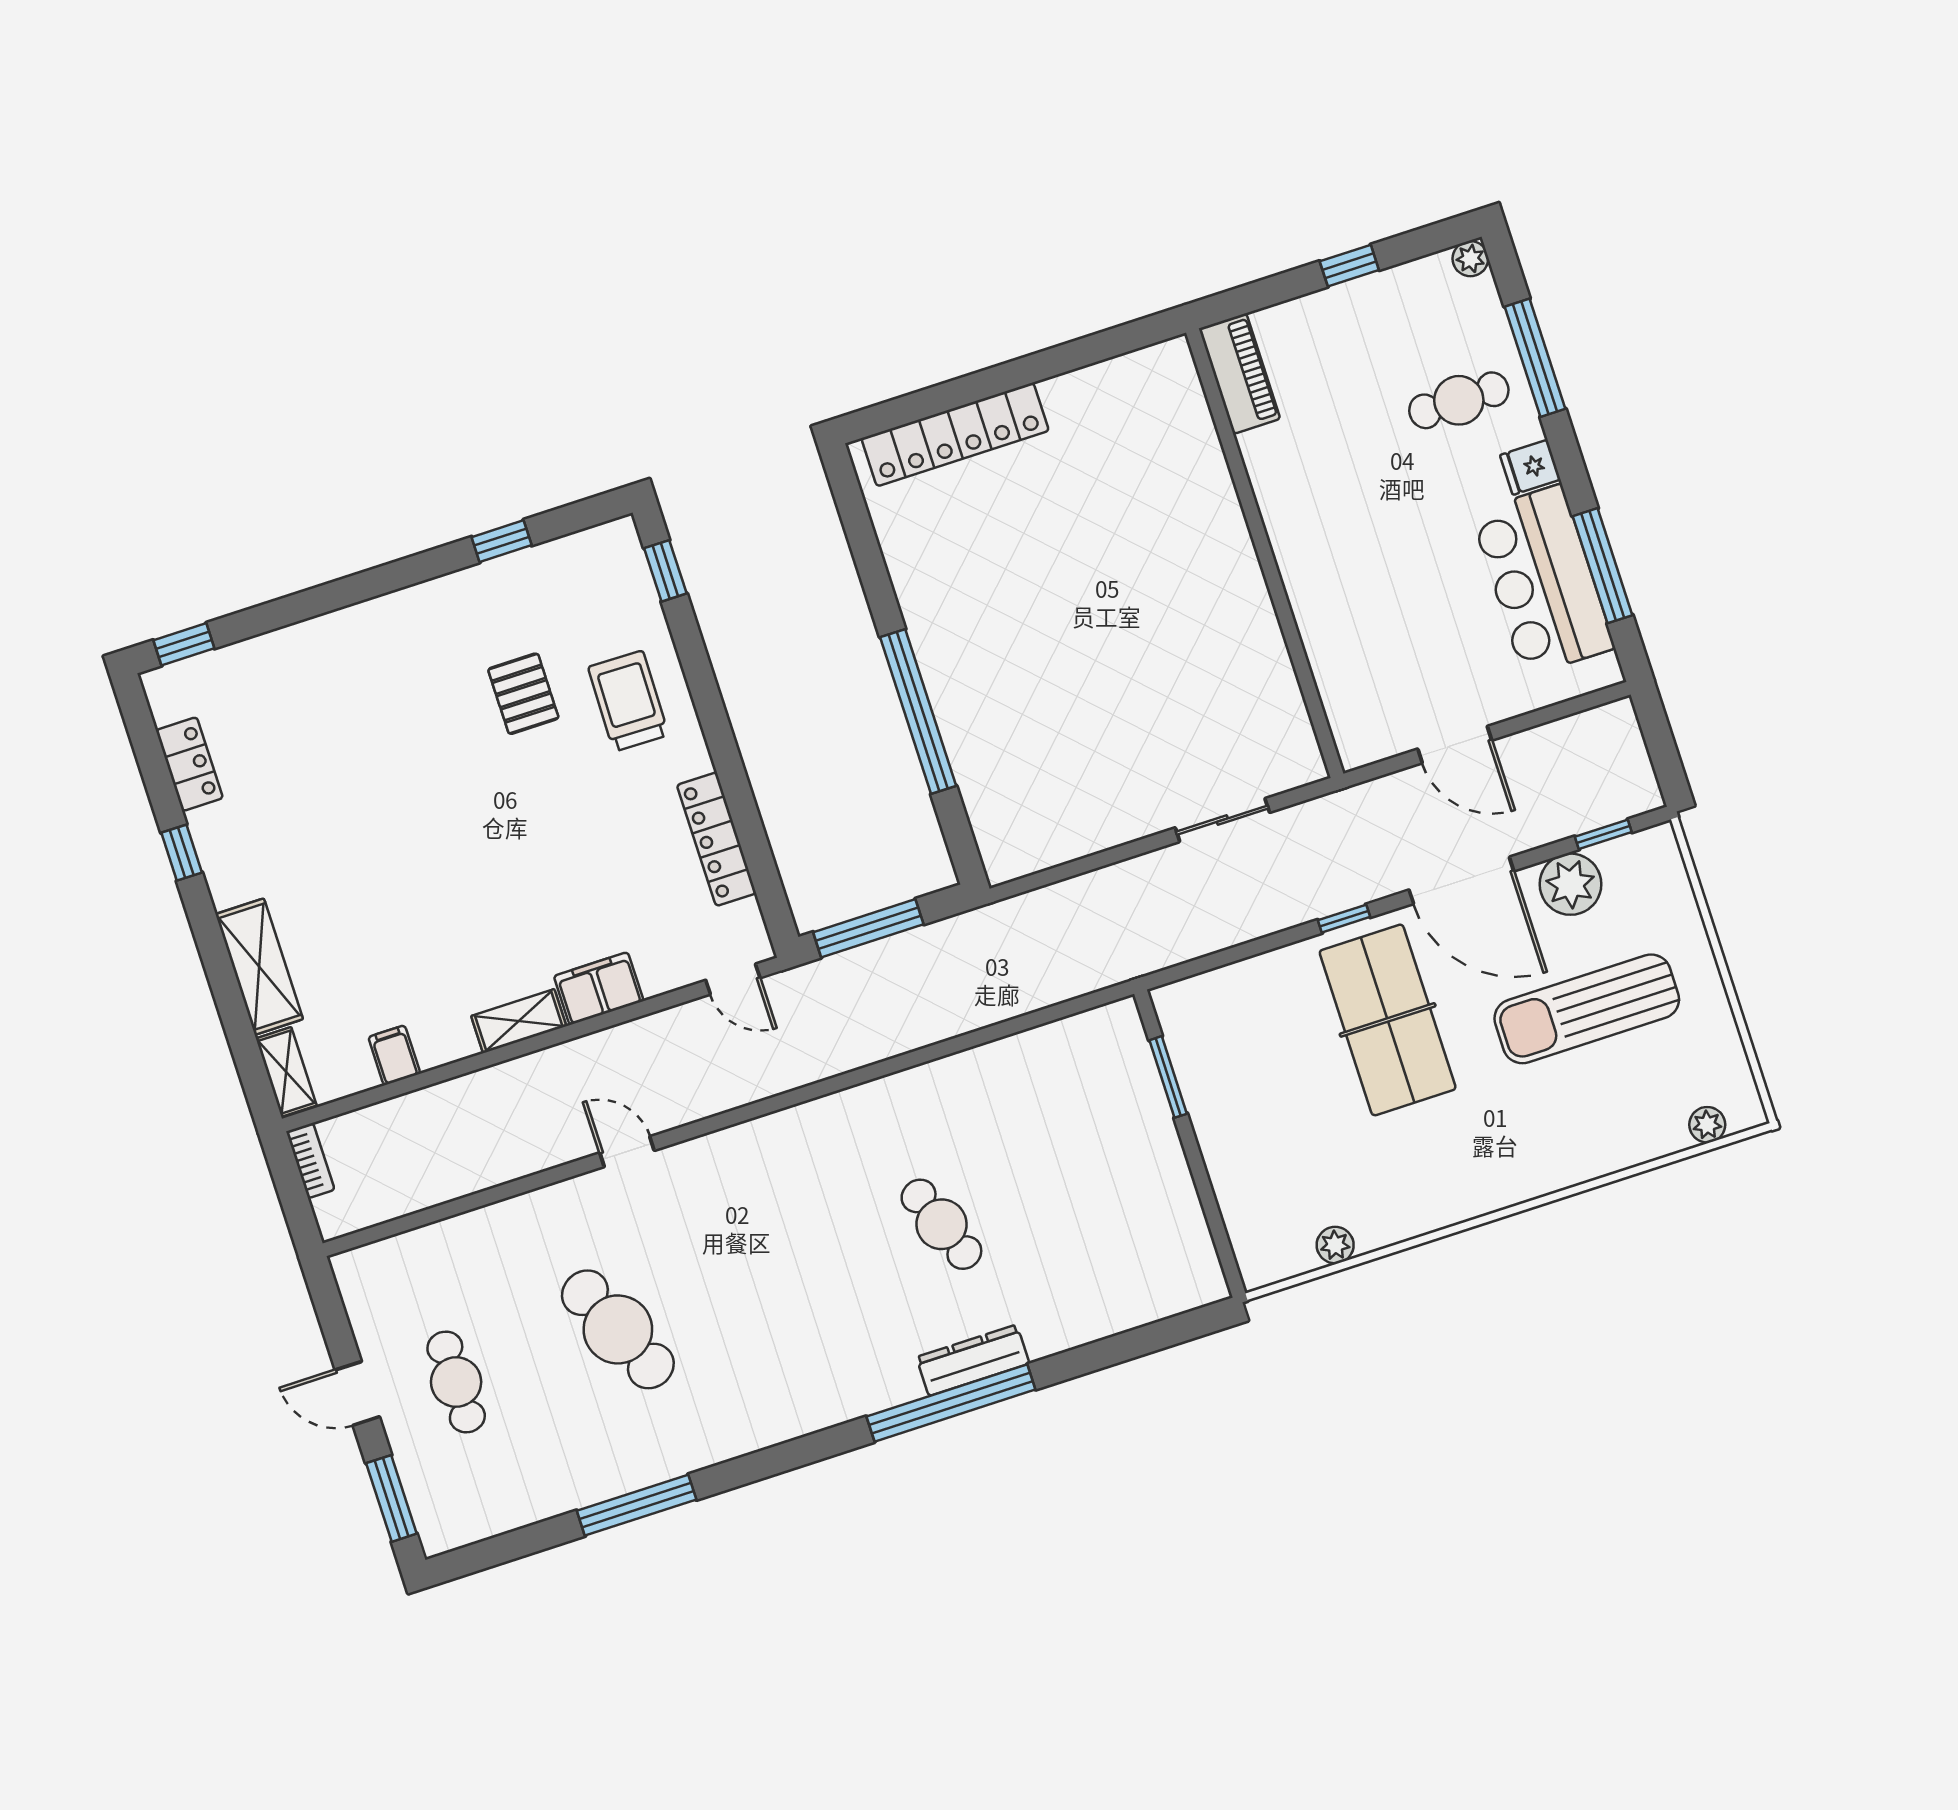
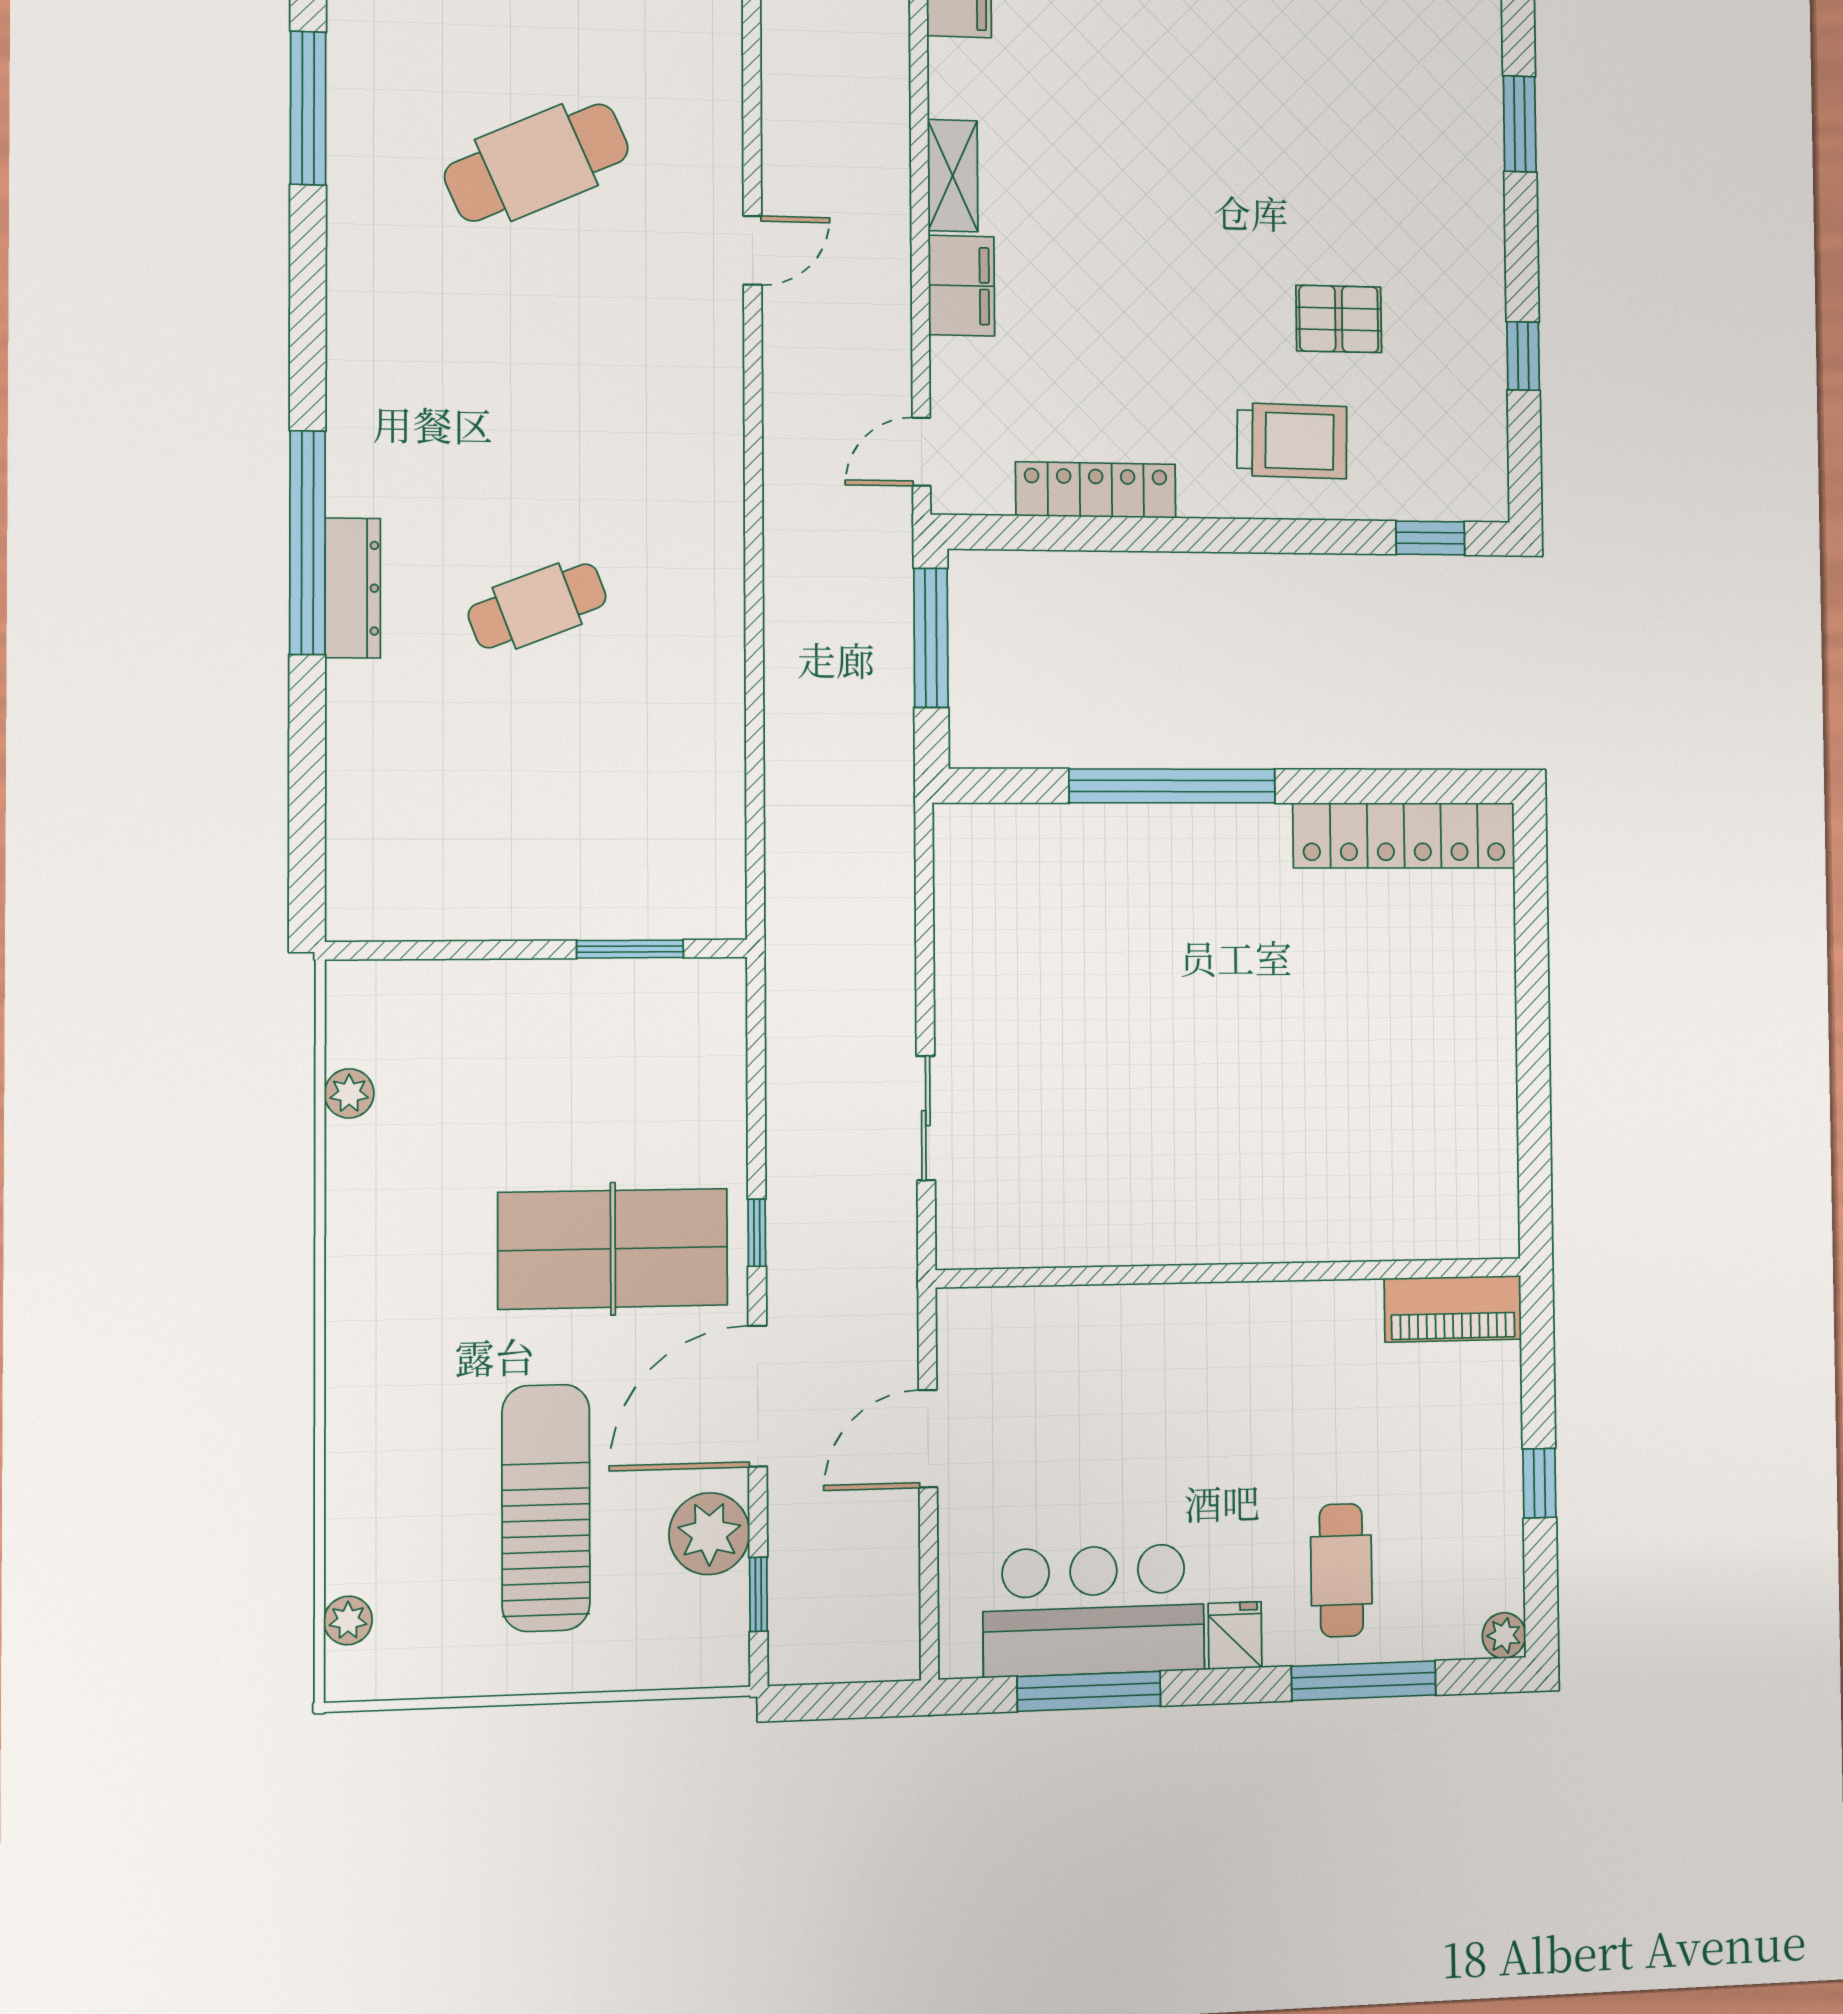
locker: (955, 434) -> (1404, 836), moved, turned -90
window: (324, 599) -> (1520, 124), added

